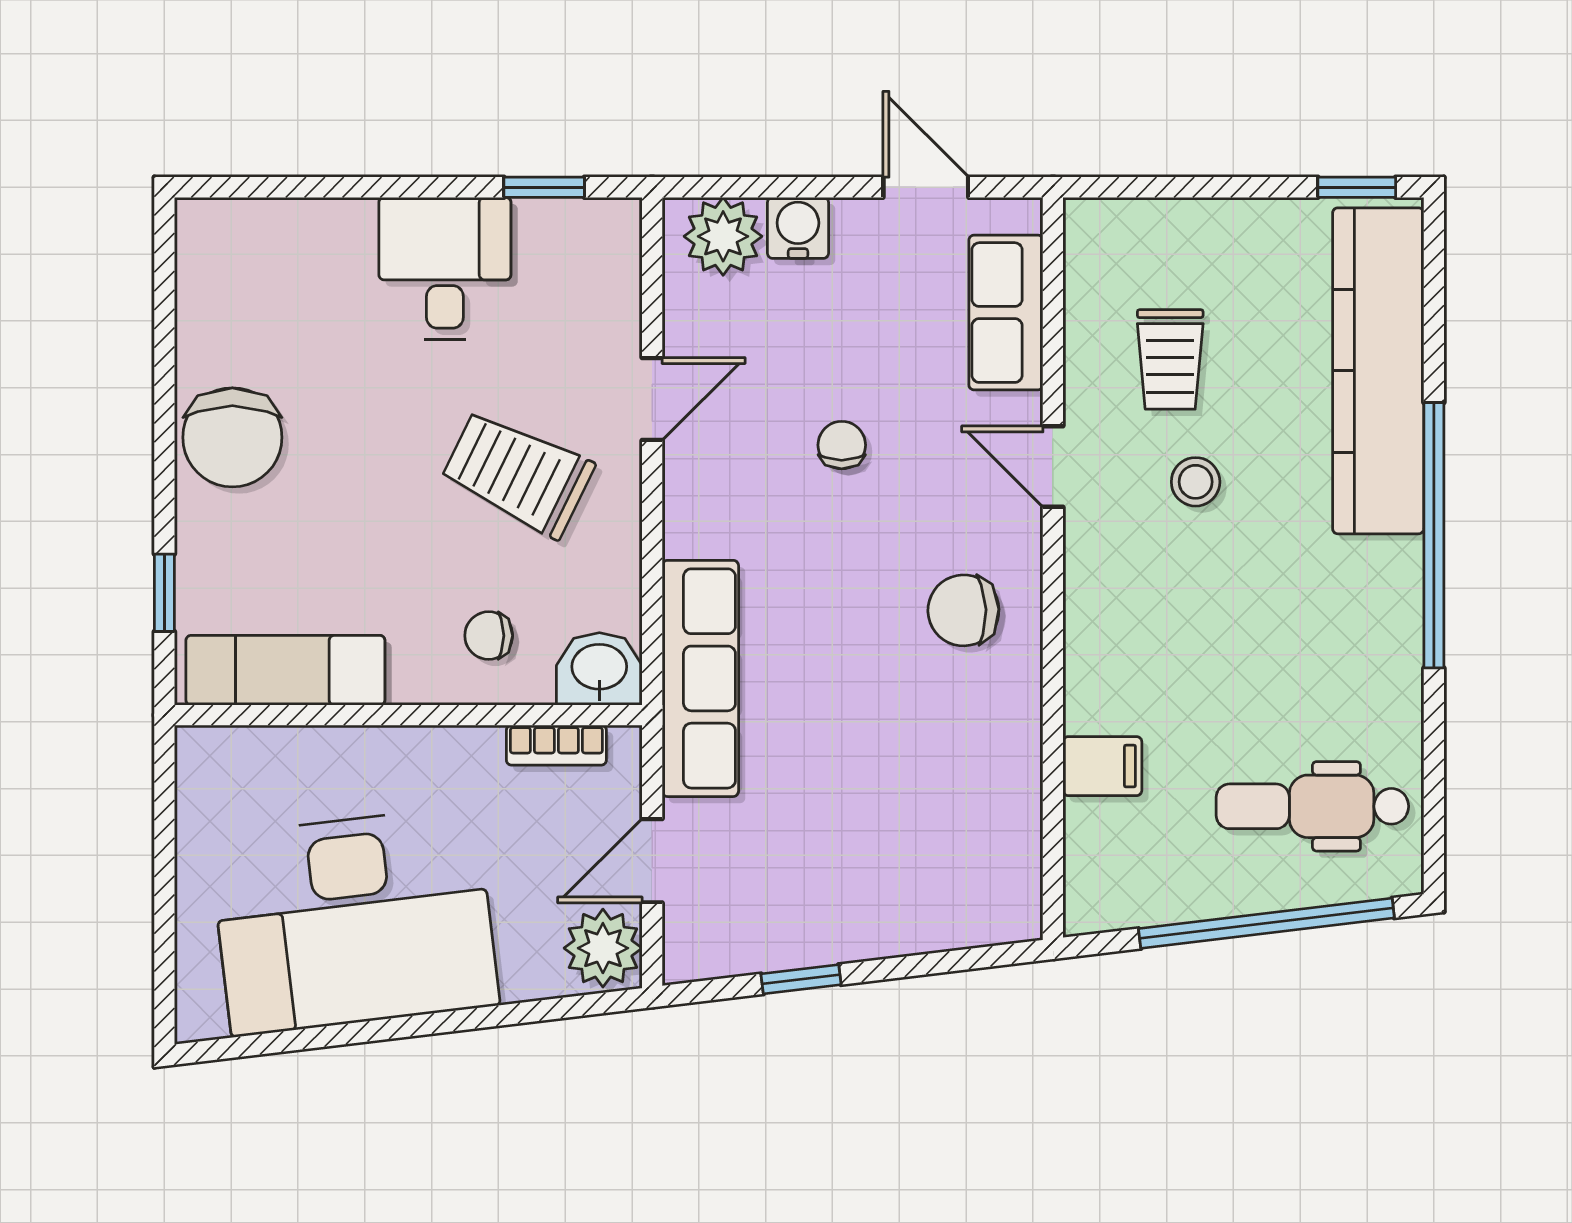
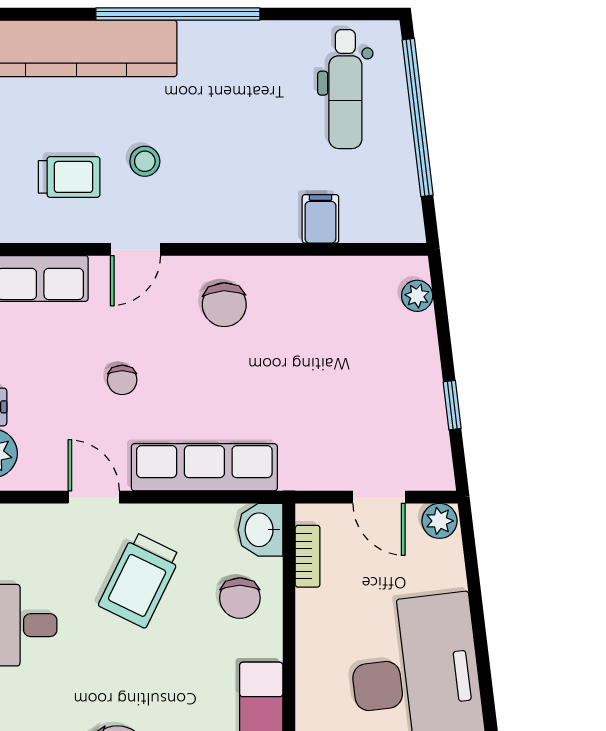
chair: (842, 445) -> (122, 380), turned -90
chair: (489, 636) -> (240, 598), width x1.37, depth x1.37
row of seats: (700, 678) -> (204, 467), moved
plant: (978, 922) -> (417, 296), added
plant: (603, 948) -> (440, 521), width x0.73, depth x0.73

